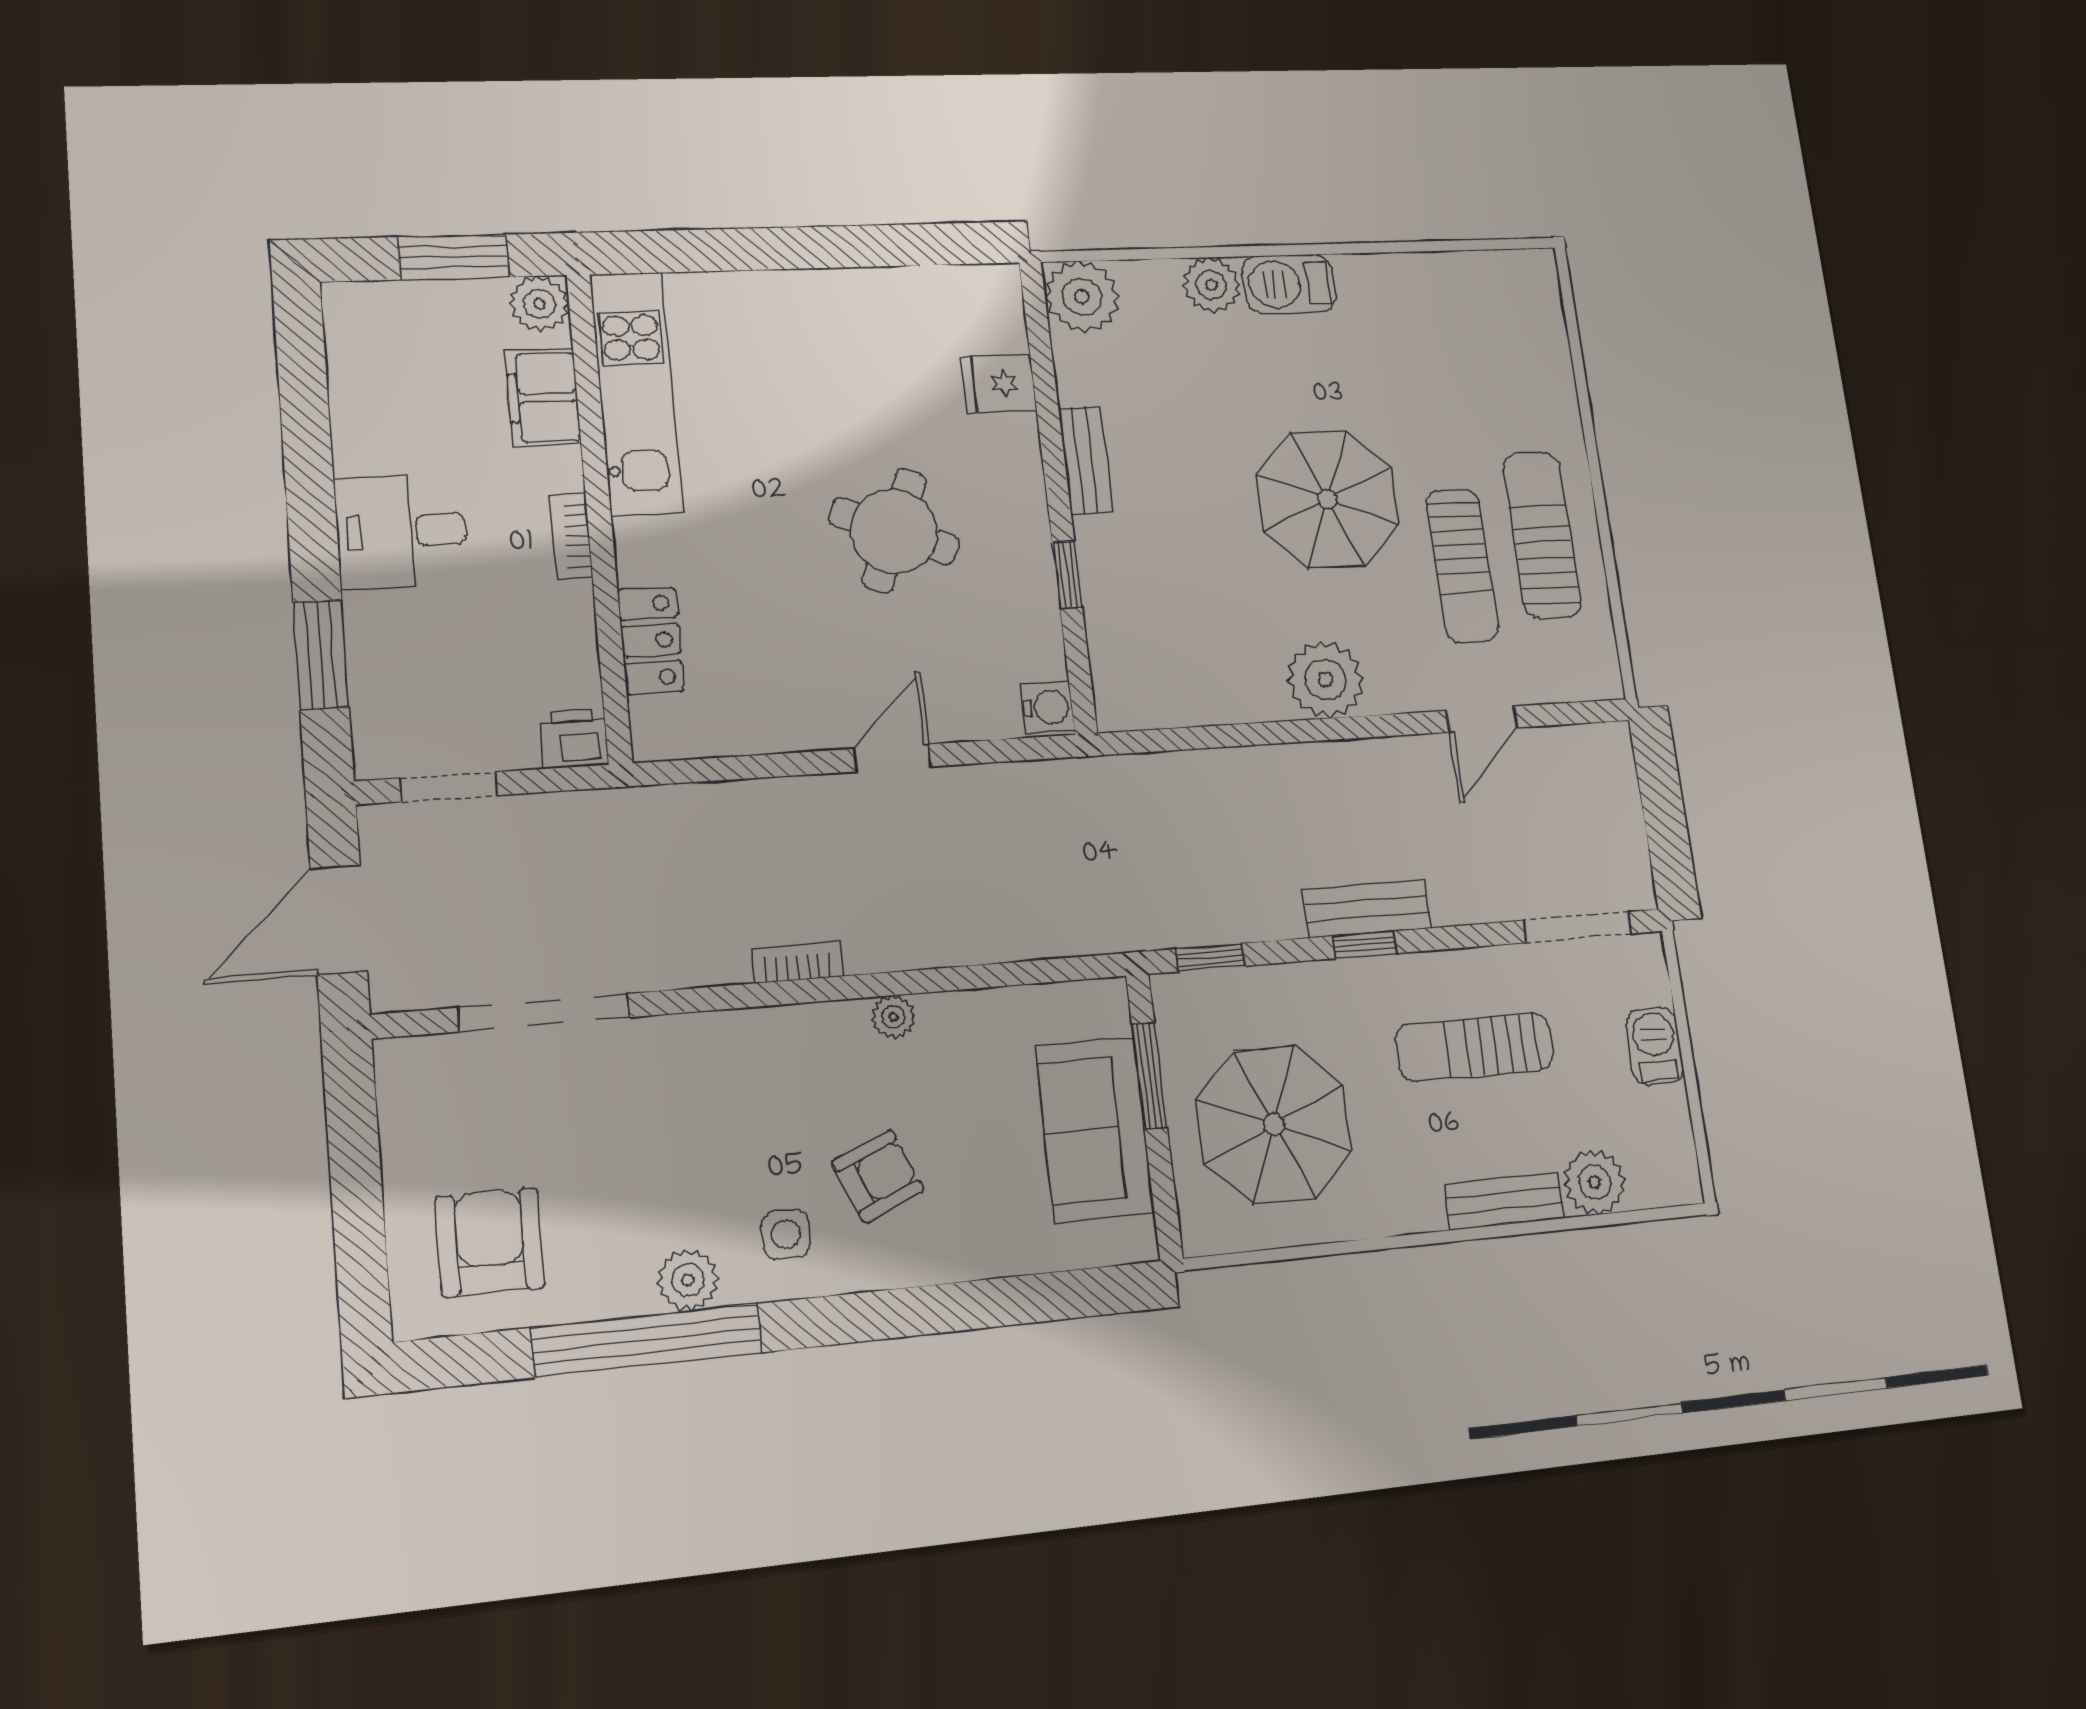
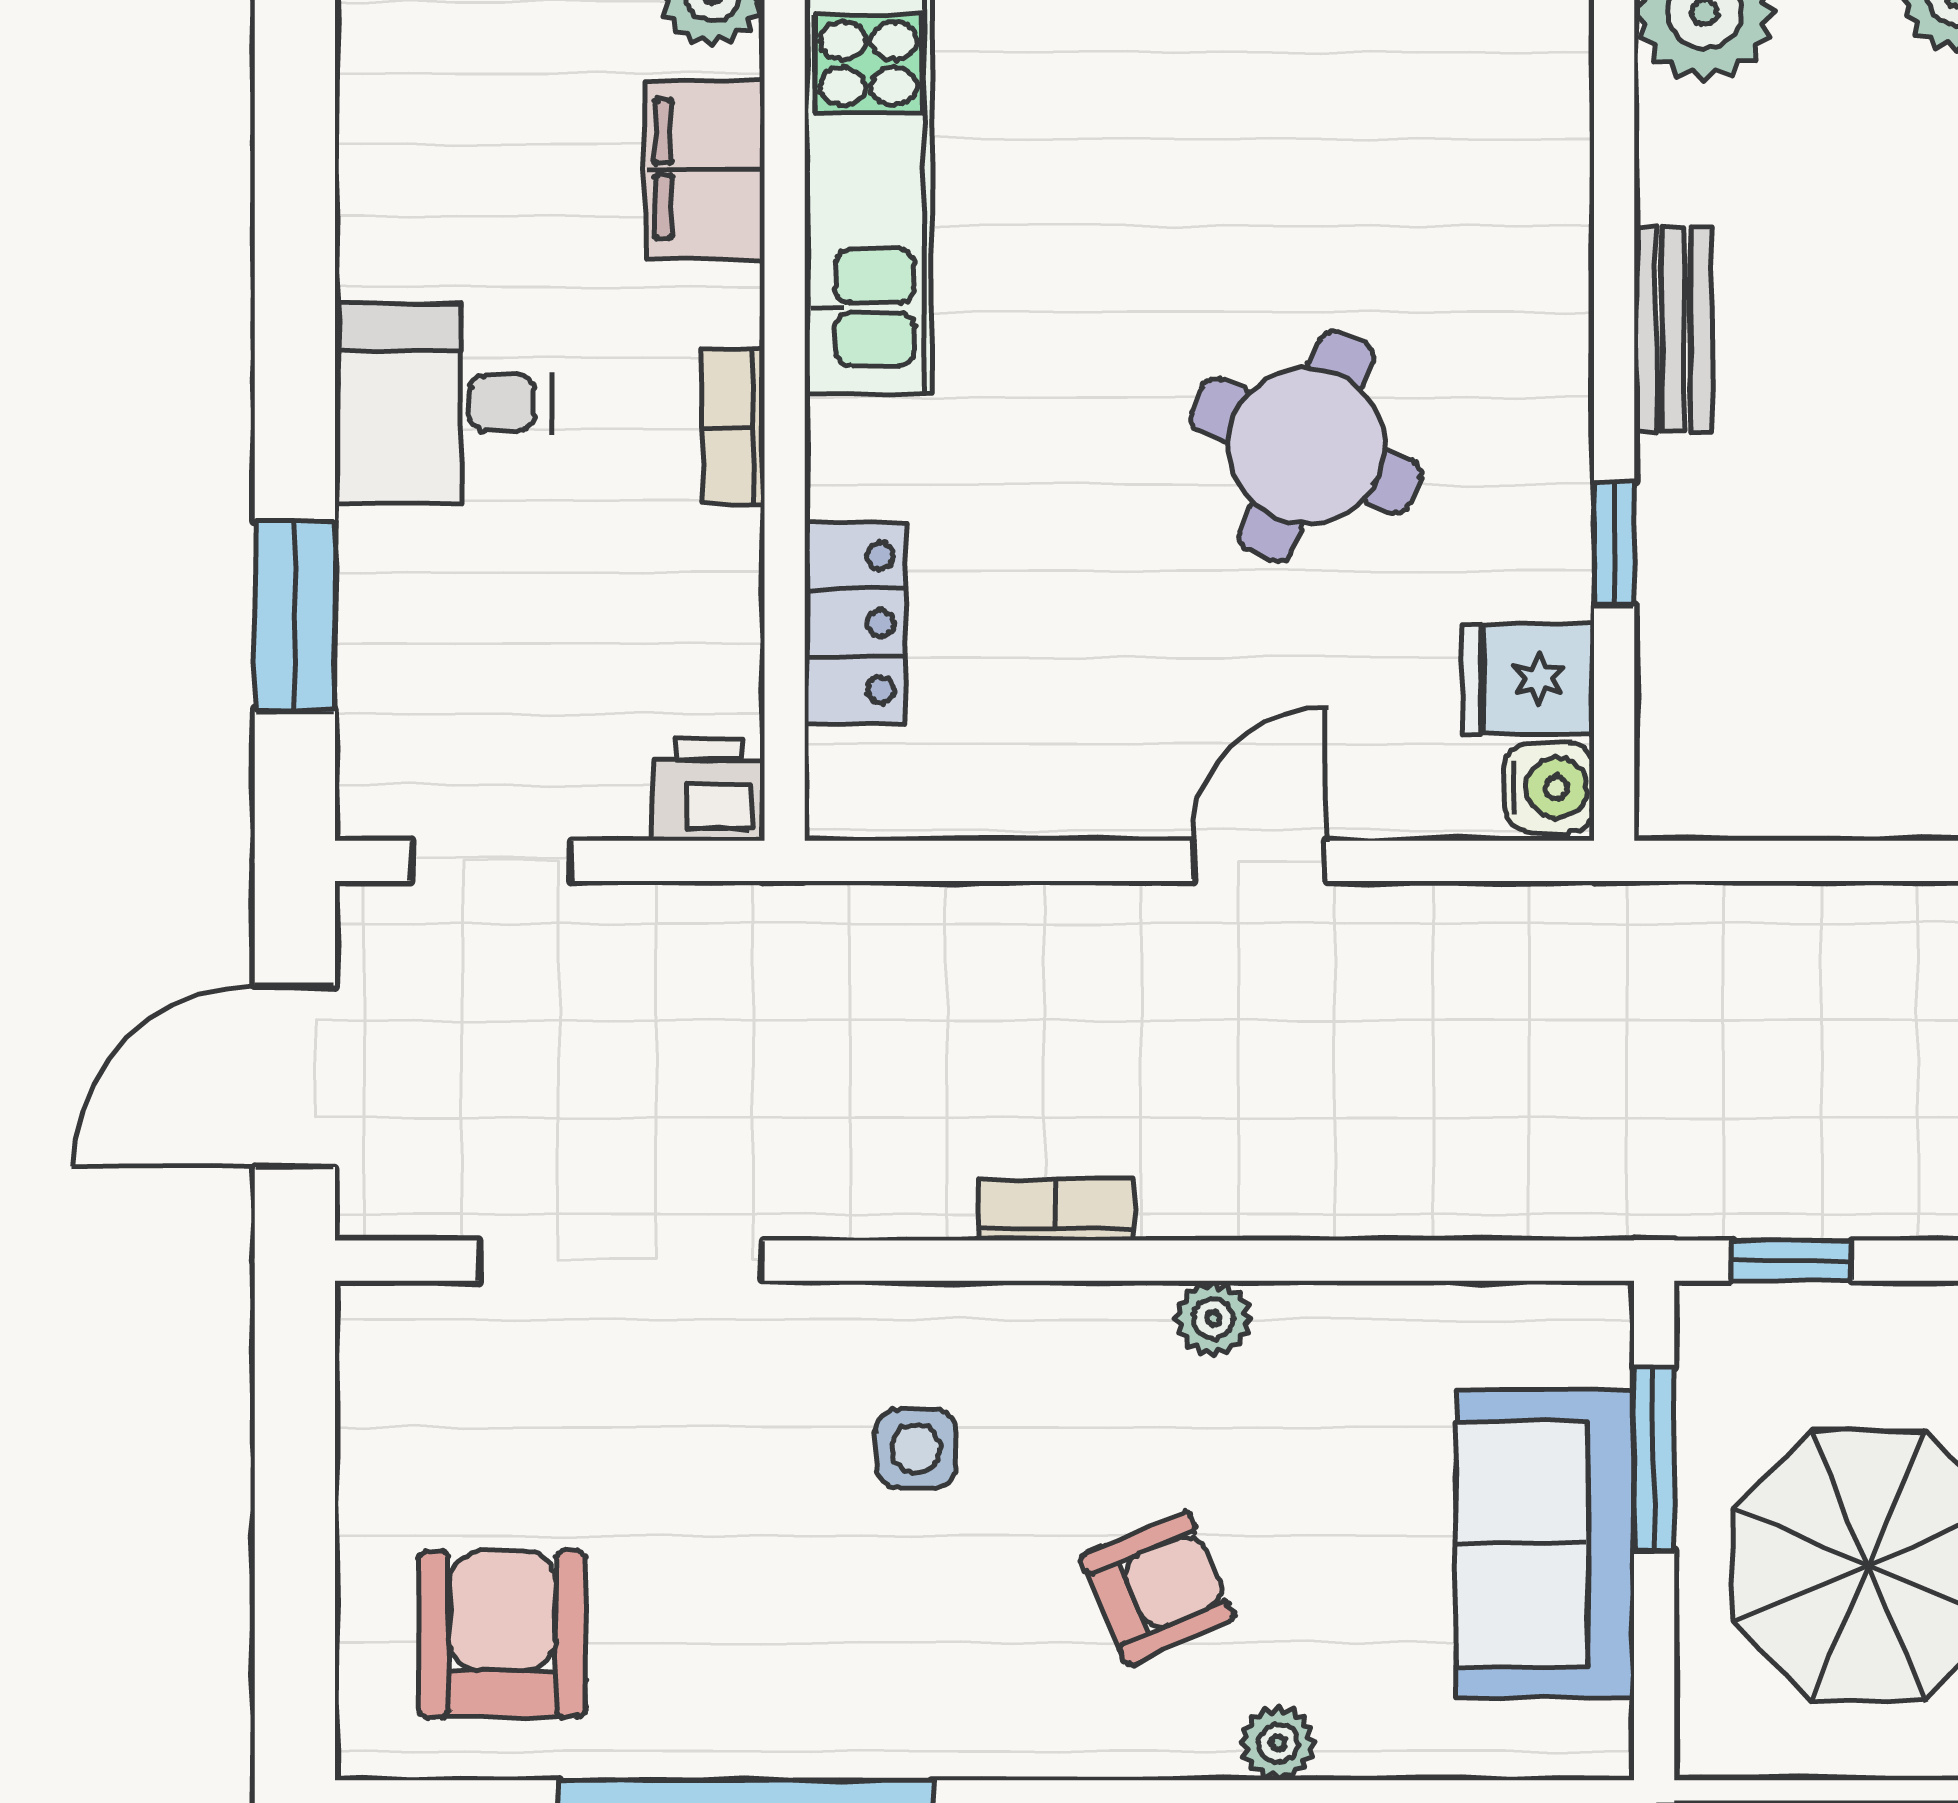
fridge: (999, 384) -> (1528, 679), moved
side table: (786, 1234) -> (916, 1449), moved
plant: (688, 1280) -> (1278, 1743), moved, width x0.73, depth x0.73

